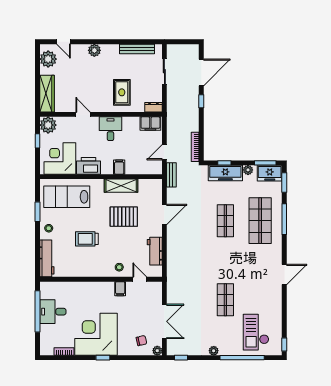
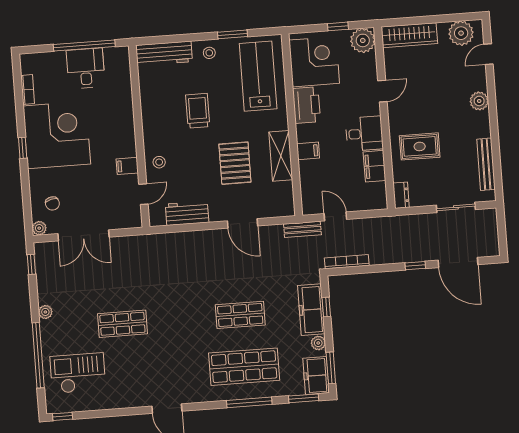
filing cabinet: (150, 124) -> (375, 166), moved

